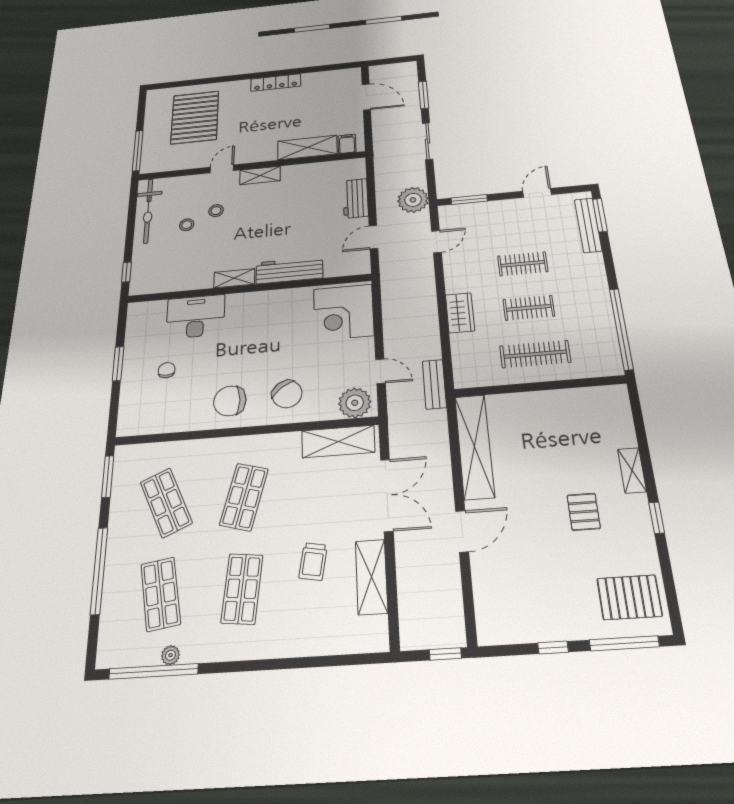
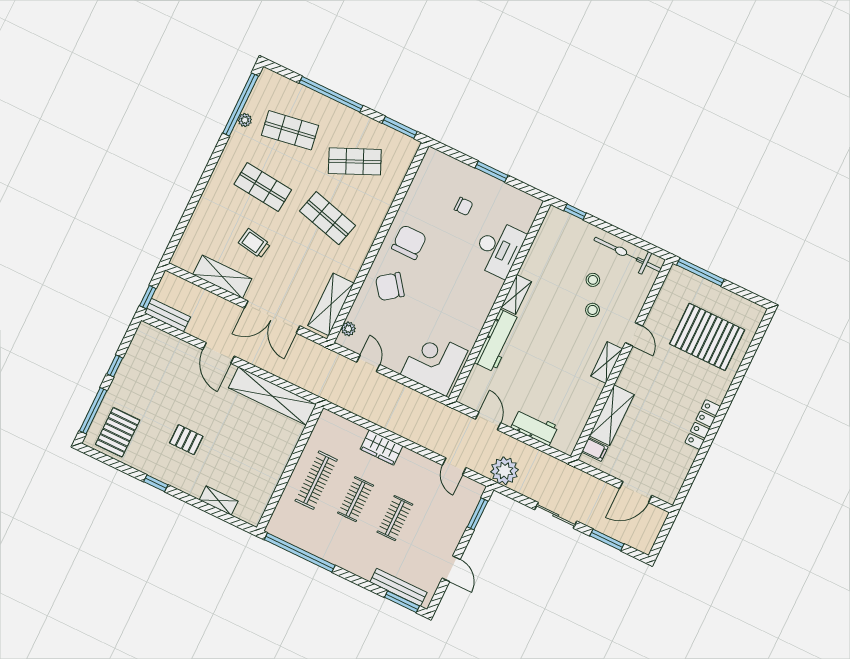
door: (380, 371) -> (368, 363), swing flipped
bench: (434, 384) -> (167, 315), moved
plant: (355, 403) -> (348, 329), width x0.53, depth x0.53
shelving: (632, 470) -> (219, 501), moved

